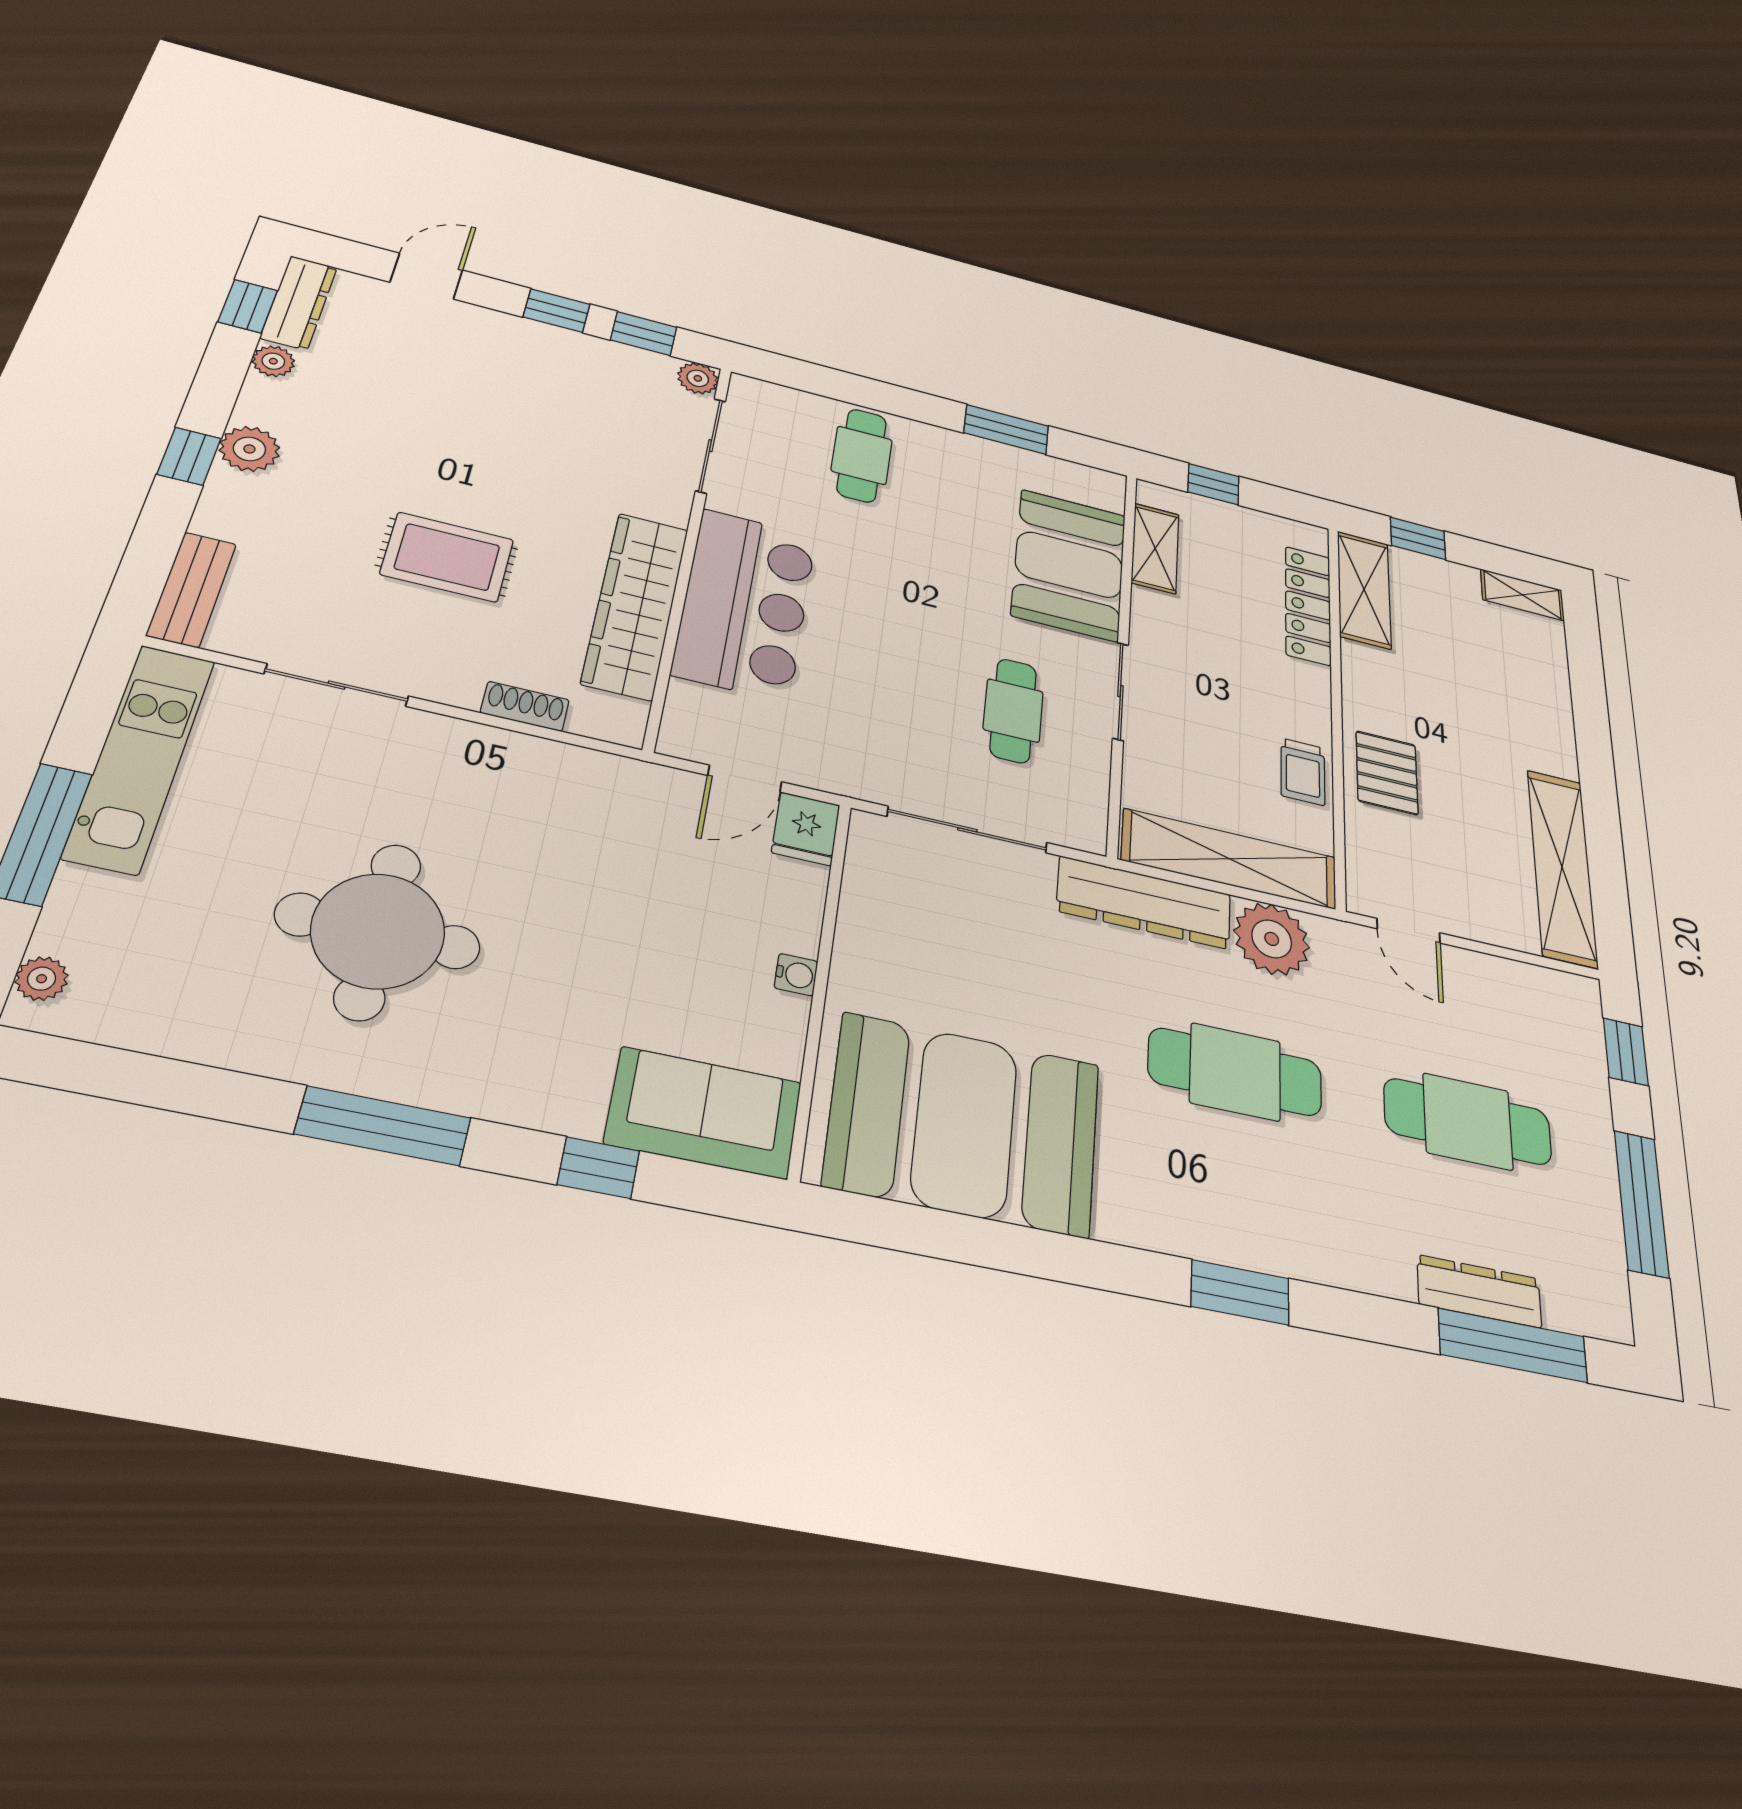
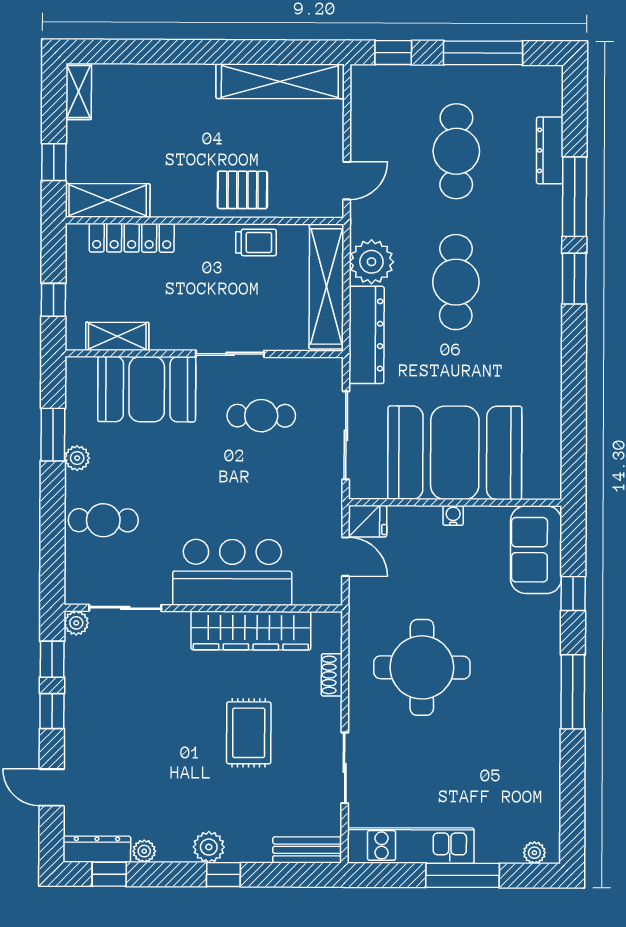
plant: (966, 449) -> (77, 458), added
round table: (378, 931) -> (422, 667), moved
booth: (964, 1124) -> (455, 453), moved, turned 90
window: (1513, 1345) -> (575, 197), moved

